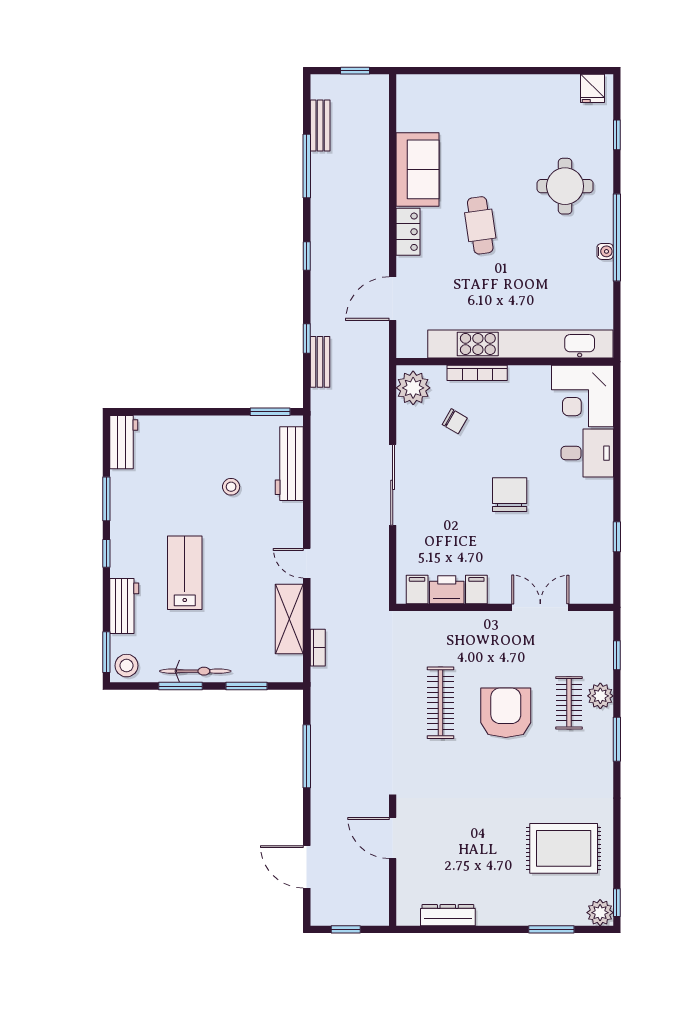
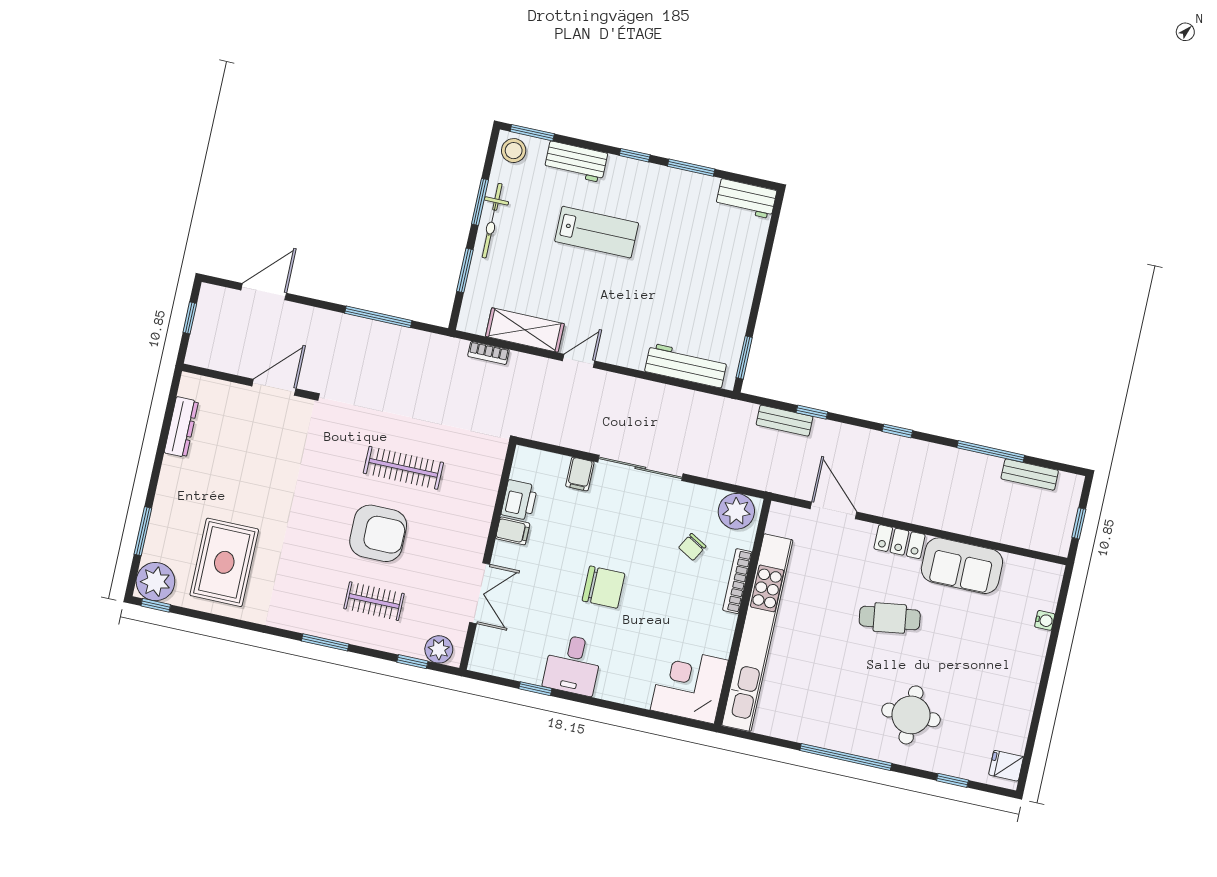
water cooler: (605, 251) -> (1045, 620), moved, turned -90
desk: (587, 453) -> (573, 665), moved
stool: (231, 487) -> (675, 300), removed
filing cabinet: (417, 589) -> (580, 474), moved, turned 90
plant: (600, 696) -> (439, 649), moved
plant: (600, 913) -> (155, 582), width x1.36, depth x1.36

